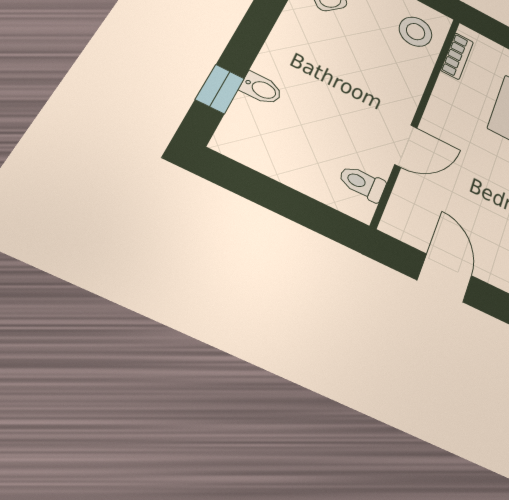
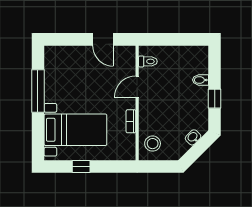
bookcase: (457, 56) -> (131, 121), moved
window: (220, 89) -> (215, 99), moved

